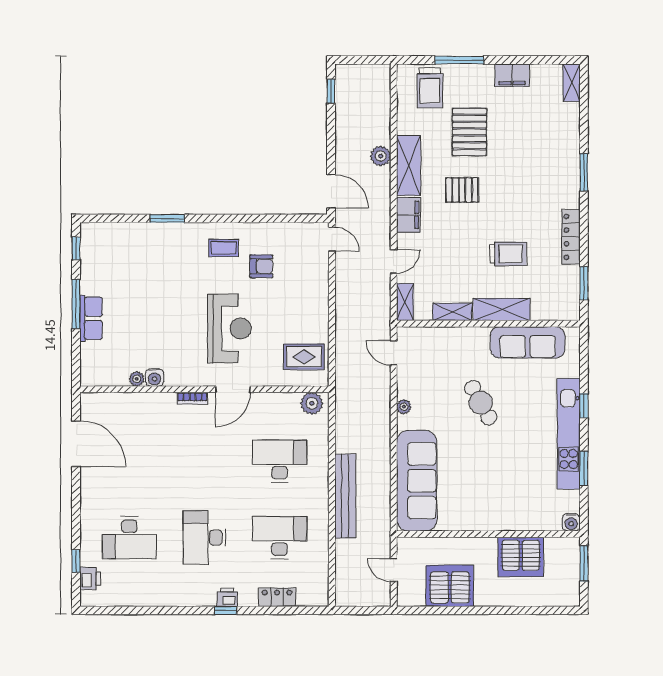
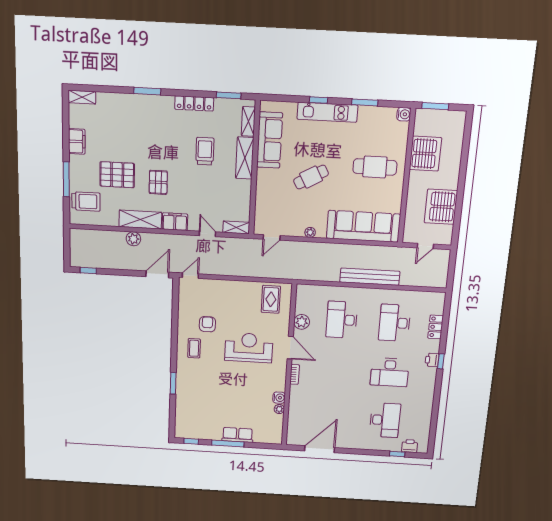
shelving: (452, 312) -> (248, 121), moved
plant: (312, 403) -> (302, 322), moved
kitchen unit: (569, 434) -> (327, 112), width x0.73
cafe table: (499, 490) -> (375, 167), added

